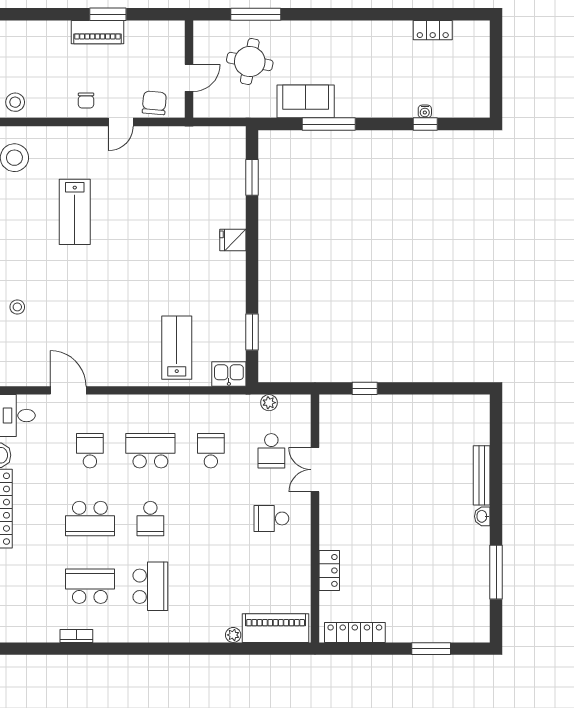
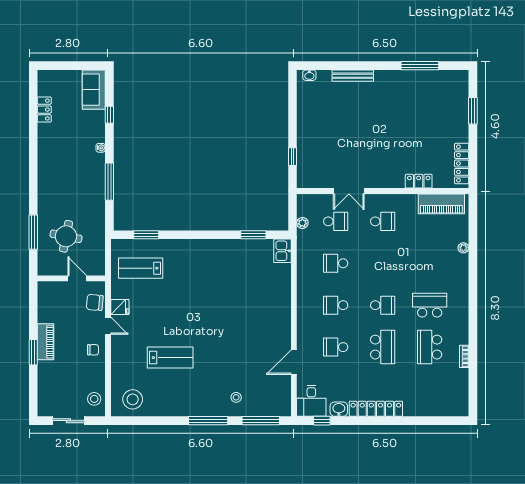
window: (108, 14) -> (33, 352), moved
sofa: (306, 101) -> (94, 90), moved
water cooler: (425, 111) -> (101, 148), moved
fridge: (233, 240) -> (120, 307), moved, turned -90
lab bench: (177, 348) -> (141, 268), moved
school desk: (150, 451) -> (336, 305), width x0.54
washbasin: (482, 516) -> (309, 75), moved
school desk: (271, 518) -> (383, 221), turned -90
piano: (276, 628) -> (441, 204), moved, turned -90

